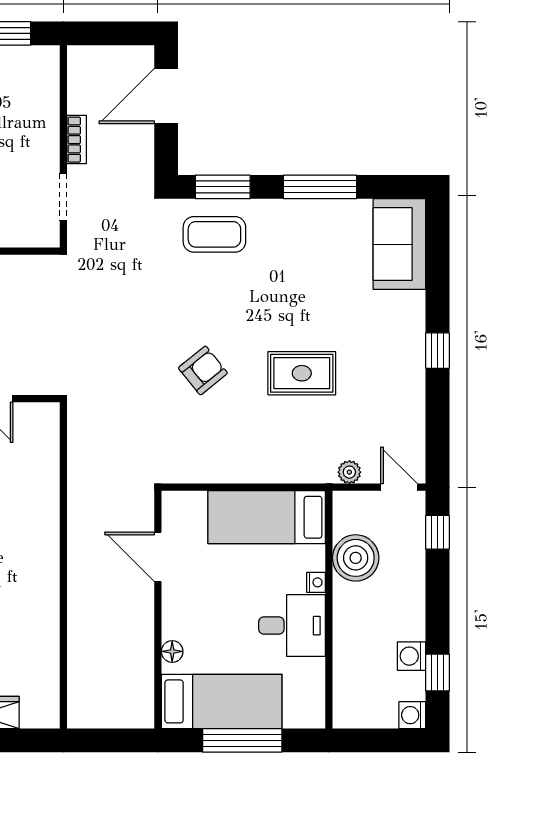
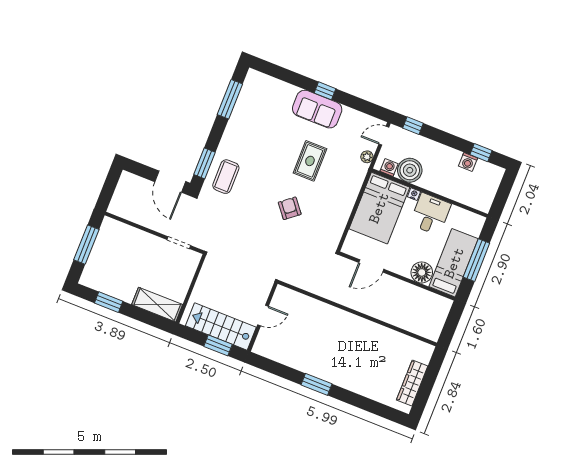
door: (166, 96) -> (170, 182), moved
bookcase: (77, 140) -> (154, 225), removed
window: (320, 187) -> (230, 99), moved
sofa: (399, 244) -> (317, 109), moved
bed: (267, 517) -> (379, 208), width x1.50
floor lamp: (172, 651) -> (422, 272), width x1.89, depth x1.89
washing machine: (412, 715) -> (389, 168), moved, turned 180

